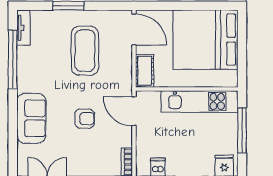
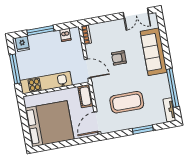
door: (134, 29) -> (97, 122), hinge flipped
coffee table: (85, 51) -> (127, 102), turned 90
sofa: (31, 118) -> (154, 52), width x1.36

